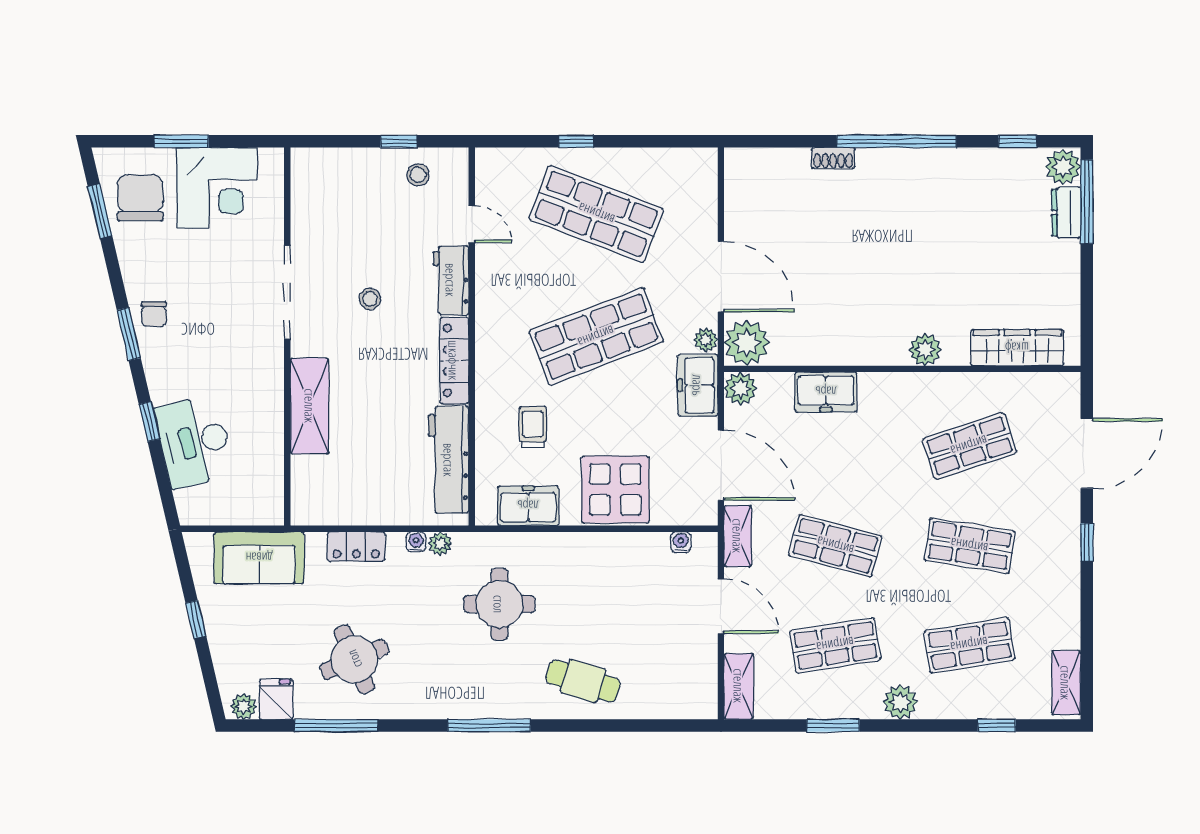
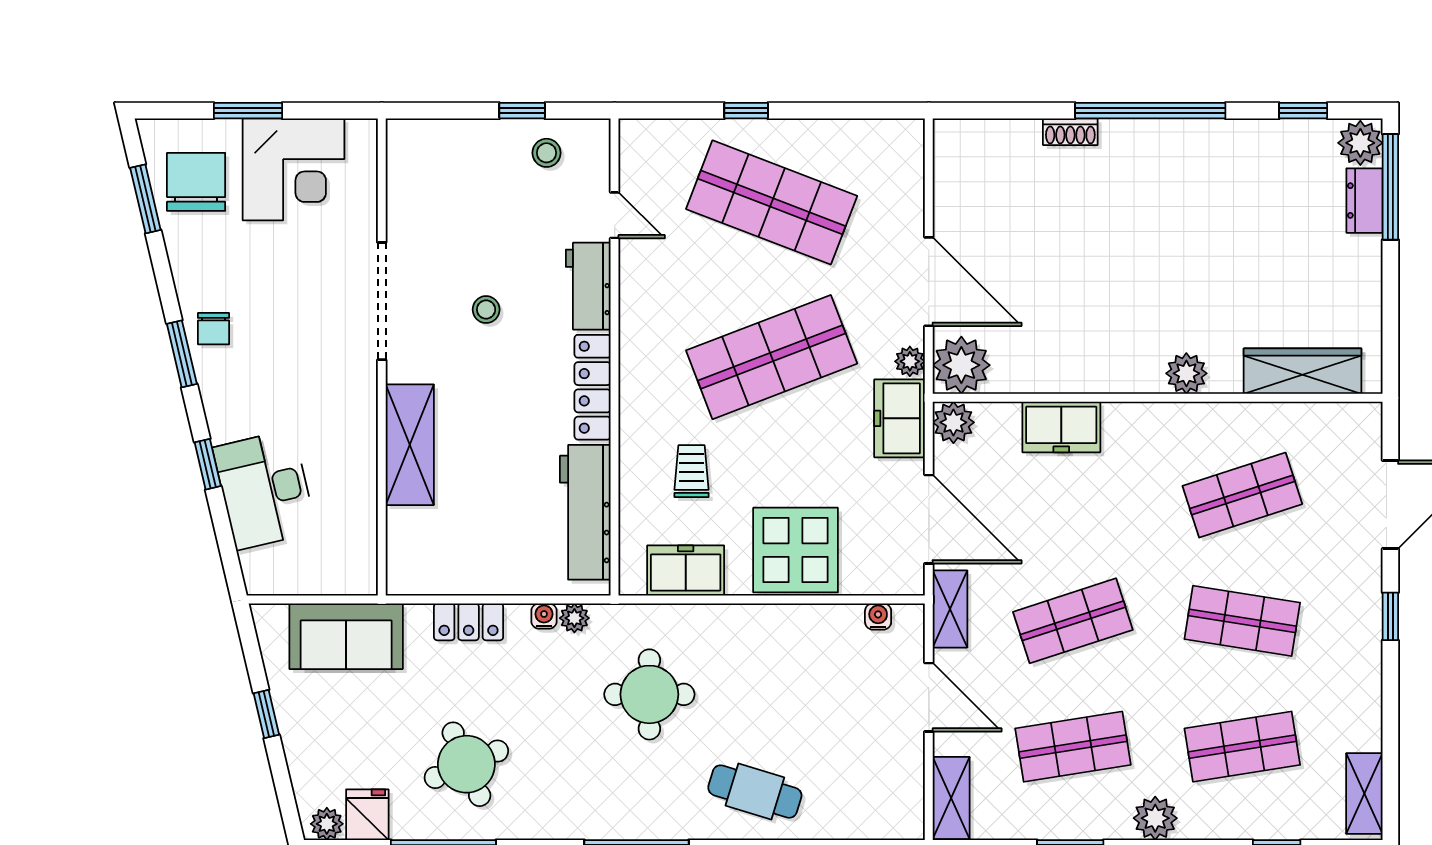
shop shelf: (835, 546) -> (1073, 621), turned -33

